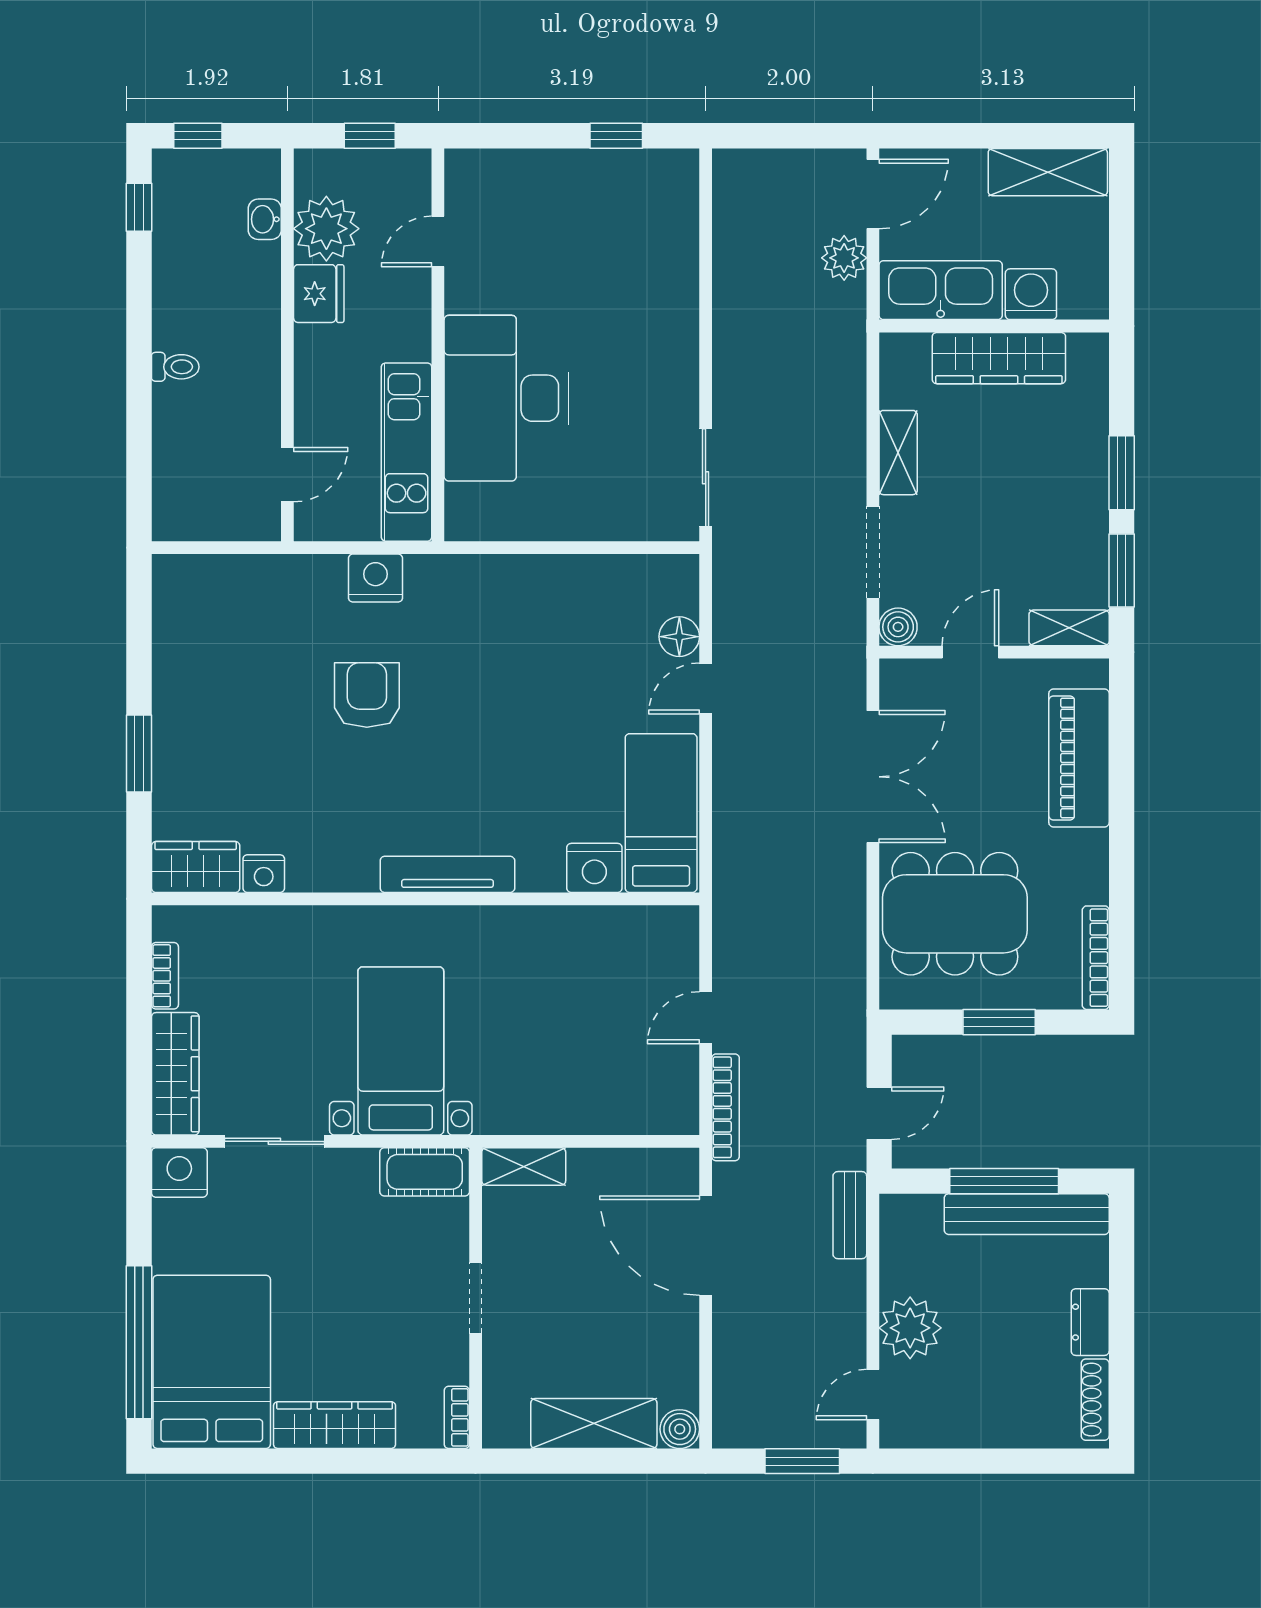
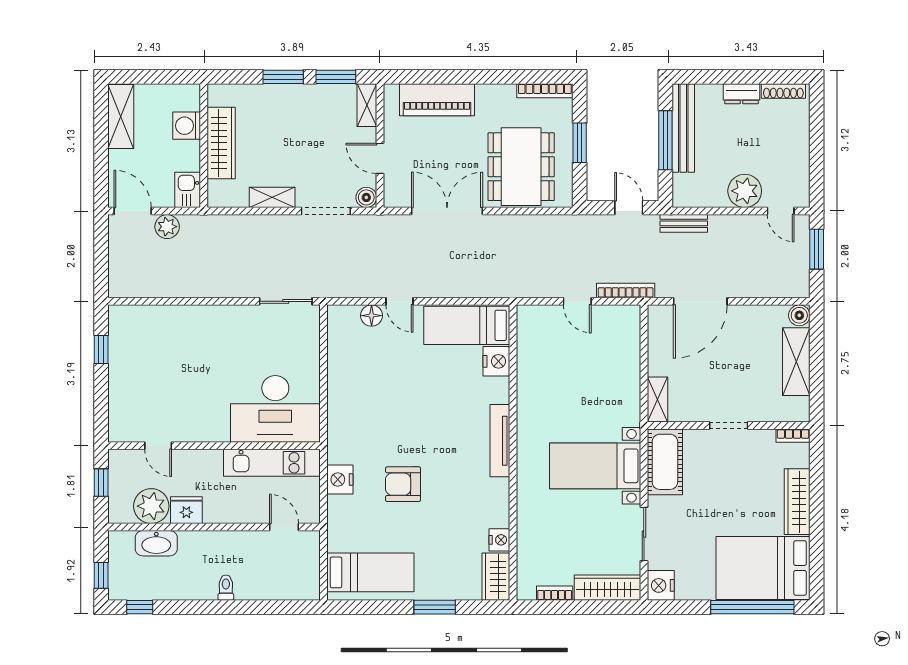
washbasin: (265, 219) -> (156, 543), width x1.91, depth x1.45
kitchen sink: (941, 290) -> (188, 190), width x0.53, depth x0.81
desk: (506, 398) -> (275, 409), moved
bed: (203, 634) -> (370, 572), added
cot: (425, 1172) -> (665, 462), width x1.37, depth x1.34

